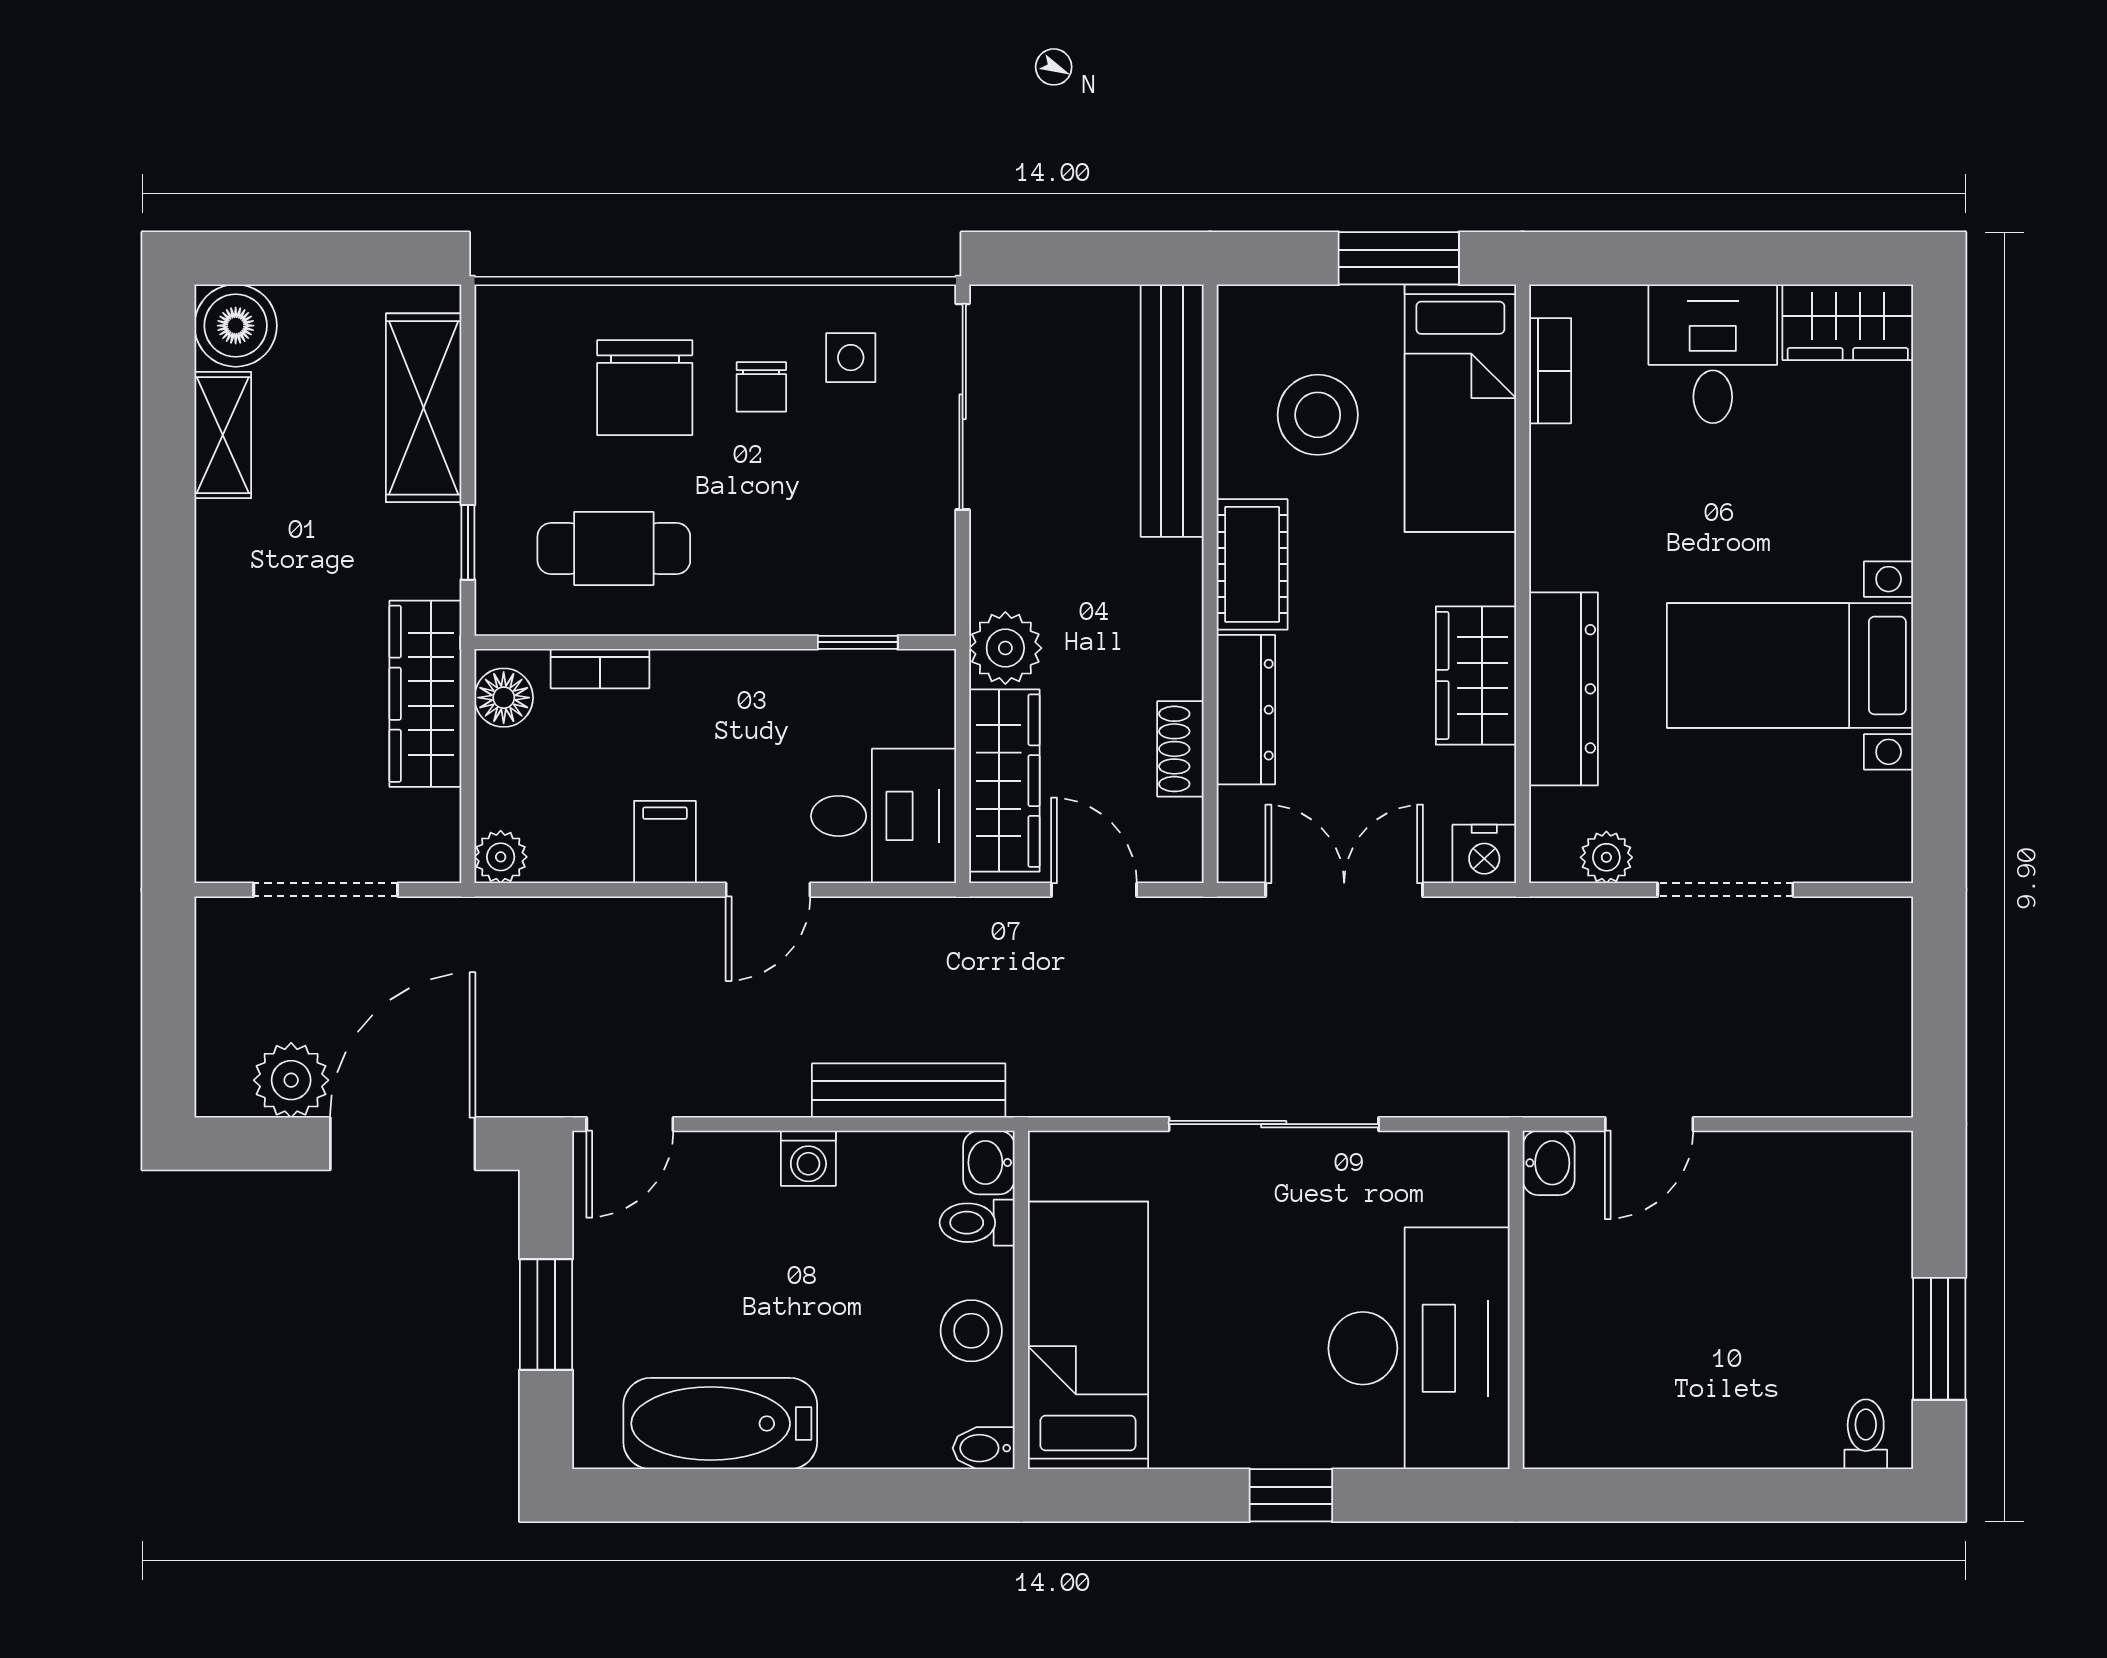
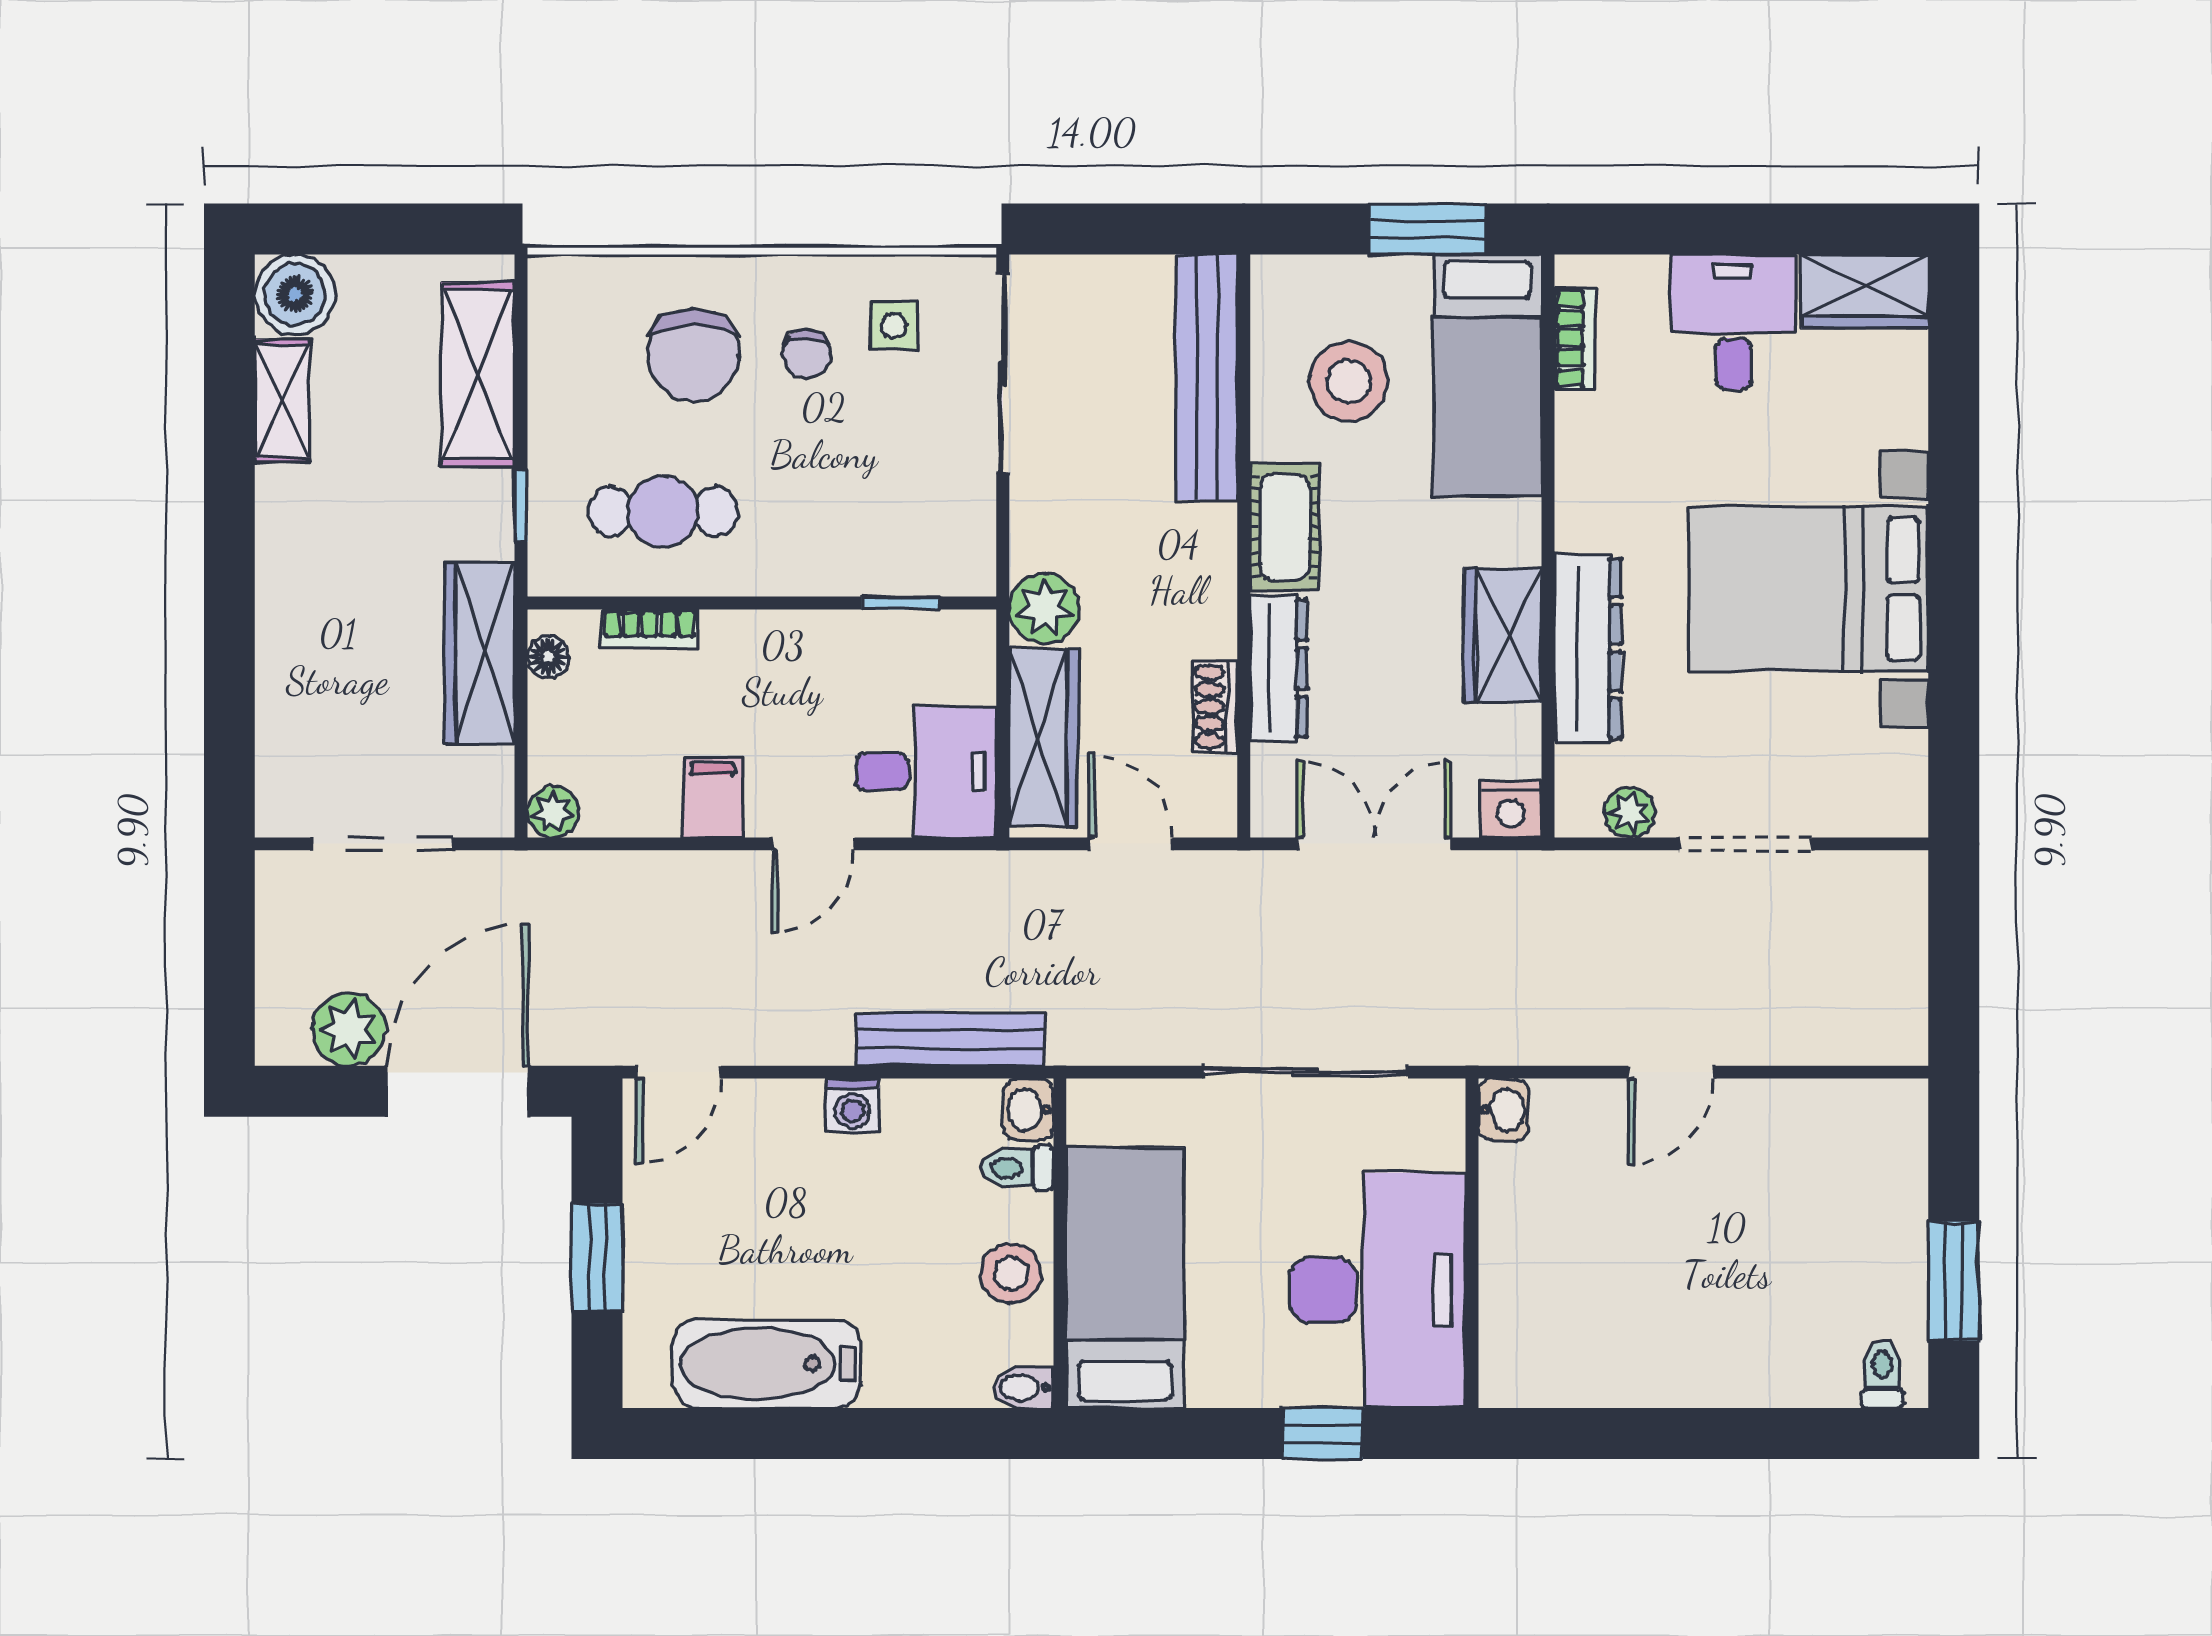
bed with nightstands: (1790, 665) -> (1809, 589), width x1.36
floor lamp: (504, 698) -> (548, 657), width x0.73, depth x0.73
washbasin: (1549, 1163) -> (1504, 1110), moved
wall: (1516, 1300) -> (1472, 1243), moved
desk: (1419, 1348) -> (1377, 1290), moved

